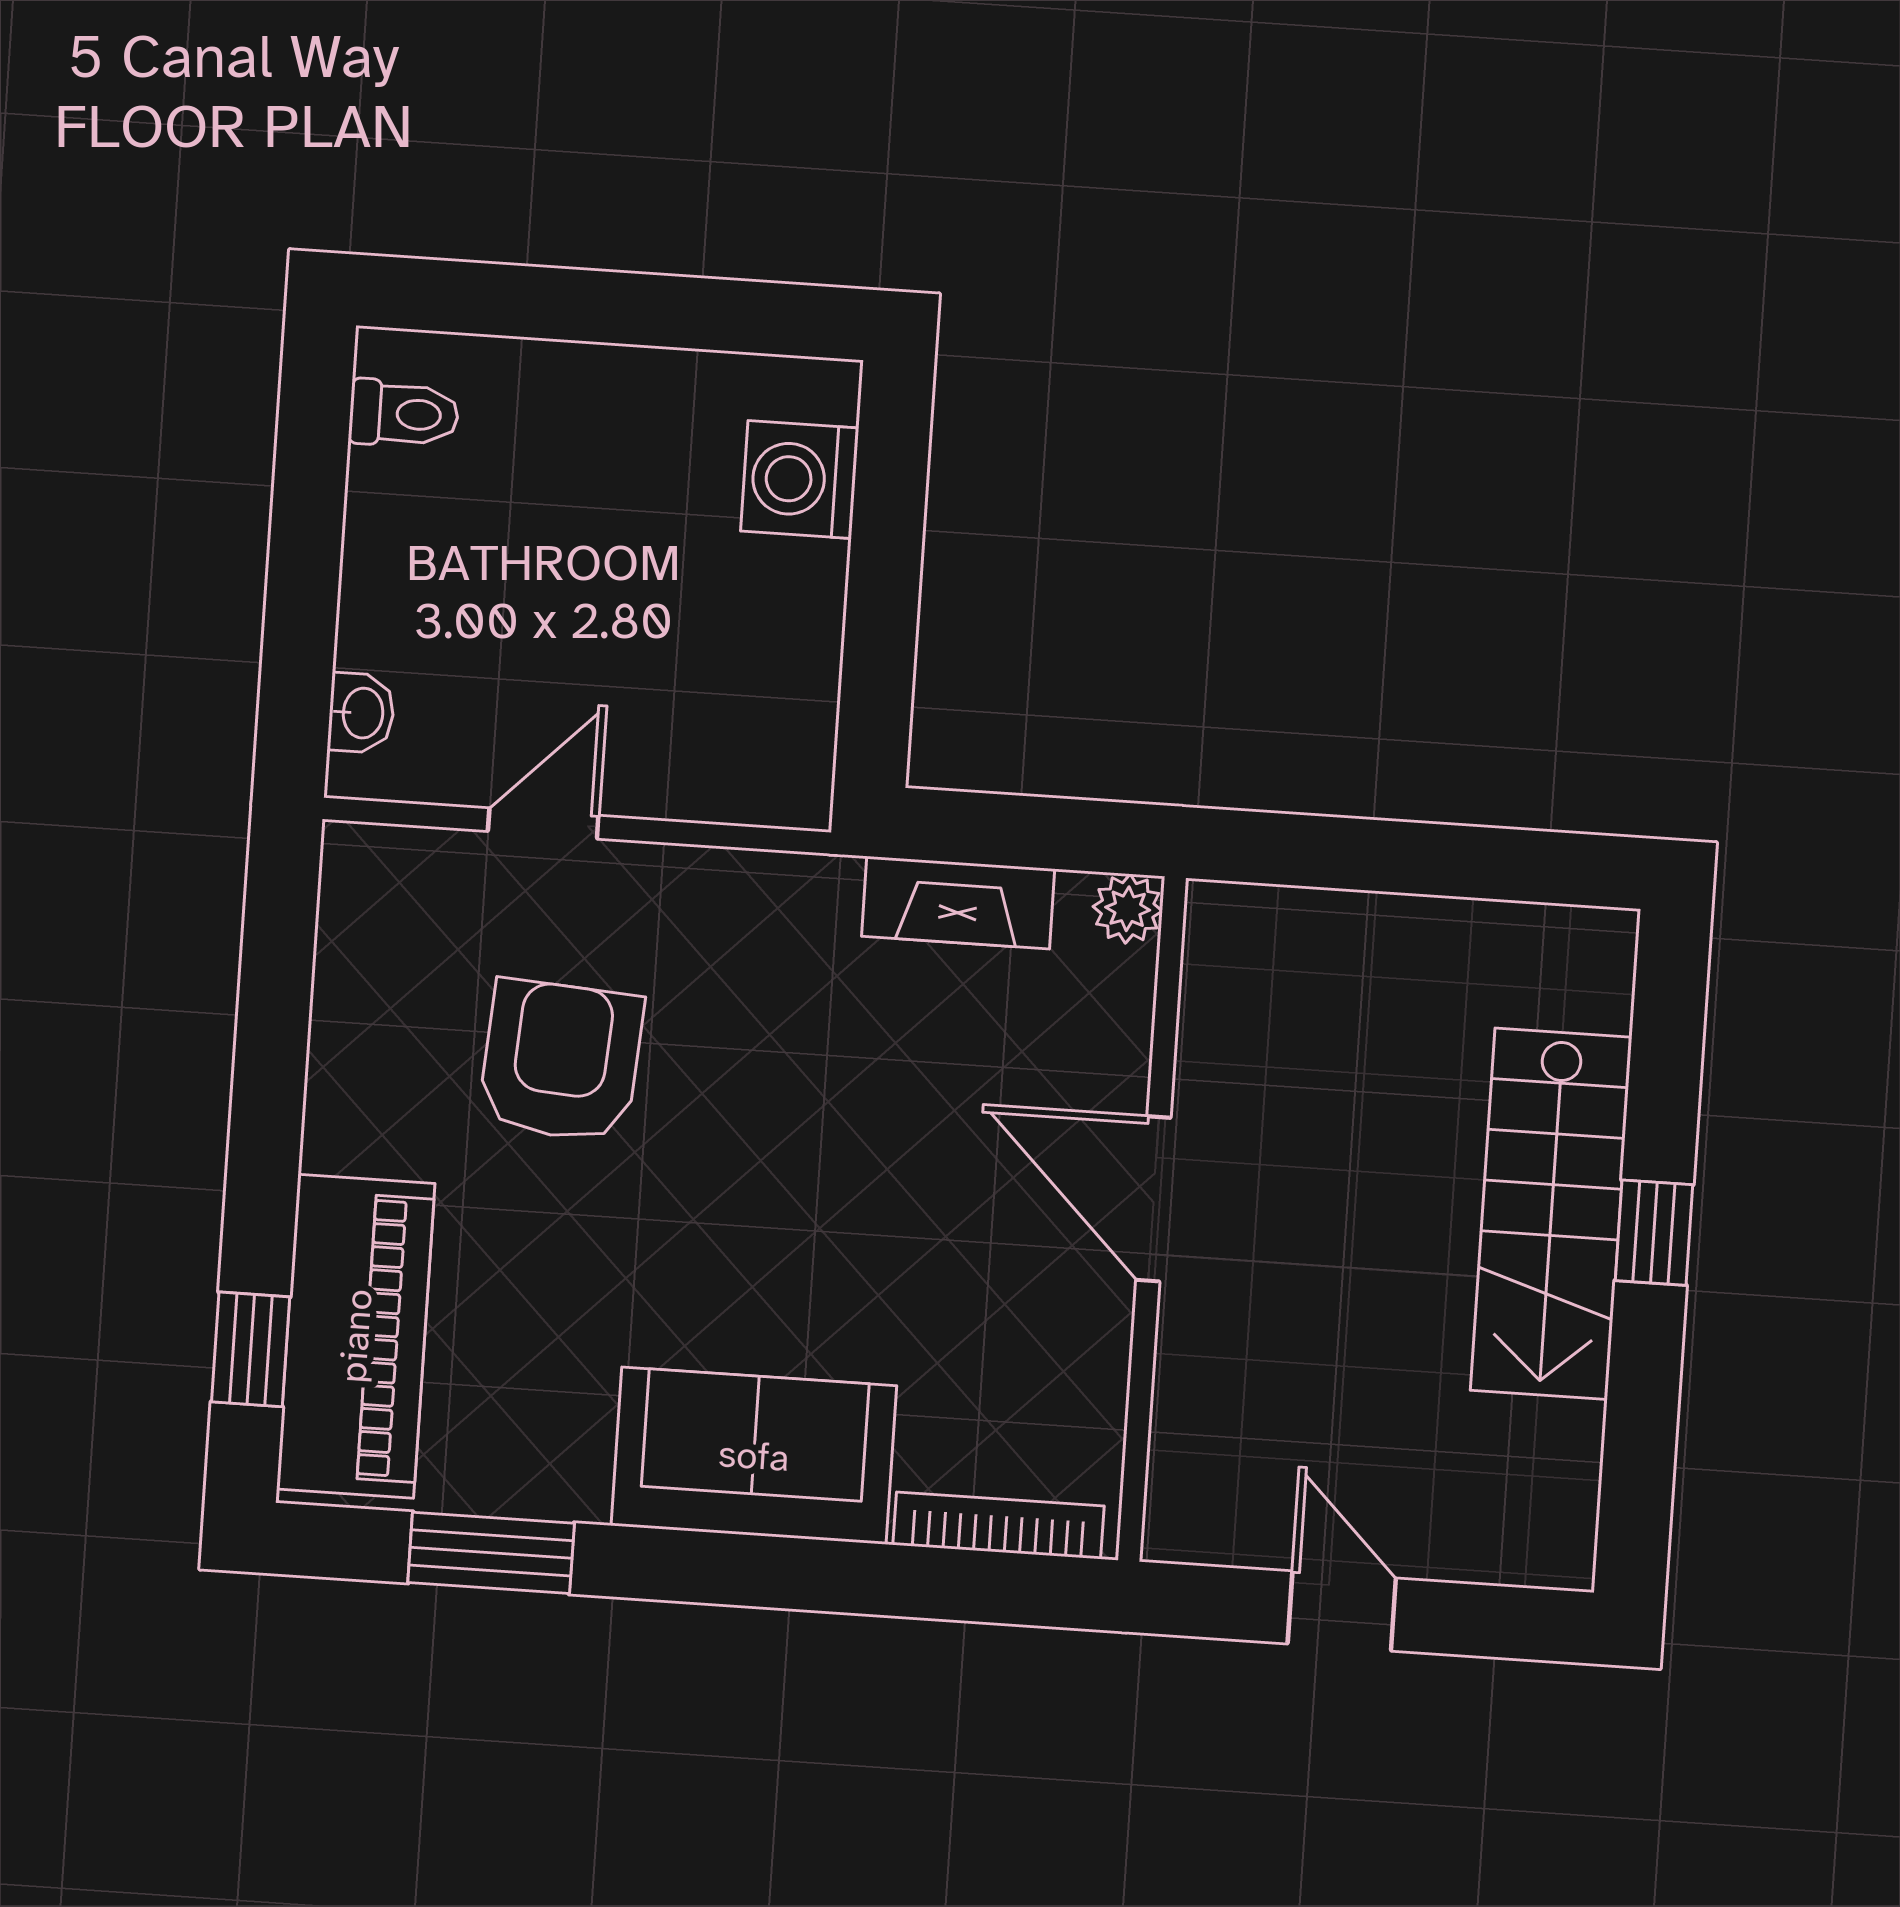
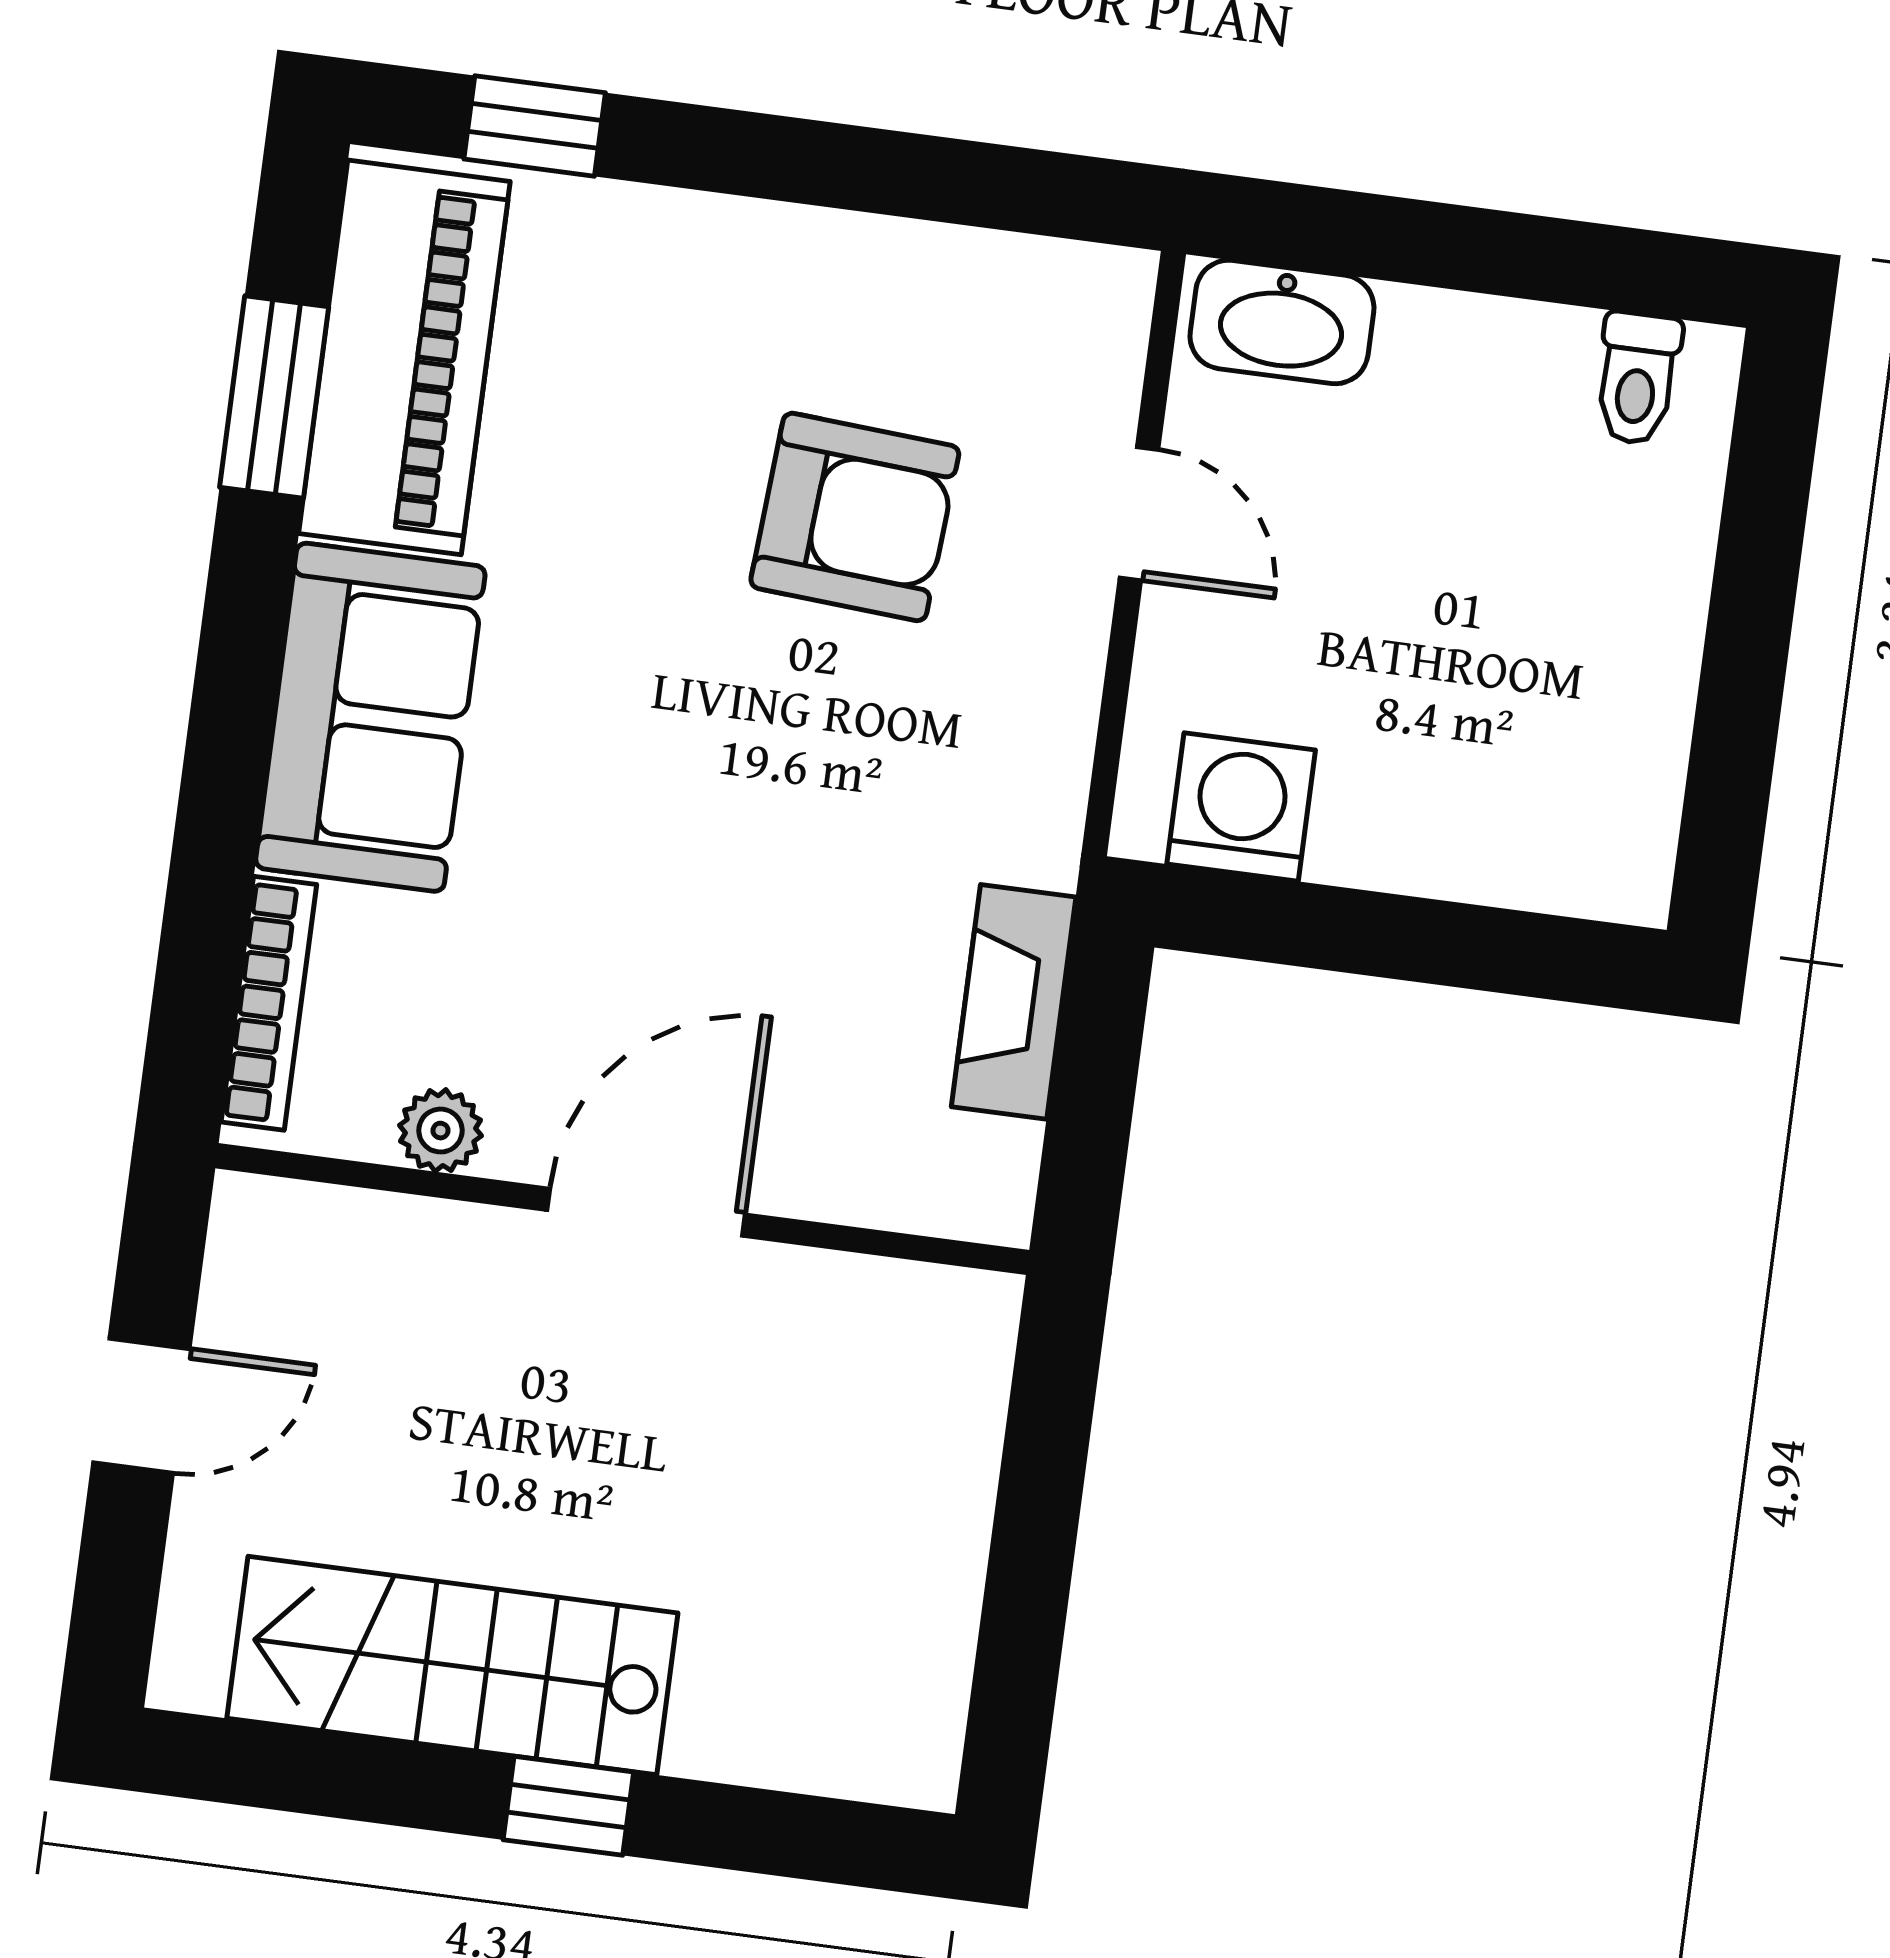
washing machine: (800, 479) -> (1241, 807), moved
washbasin: (361, 713) -> (1282, 322), width x1.91, depth x1.45
plant: (1128, 909) -> (440, 1131), moved
stairs: (1551, 1214) -> (452, 1666), moved
piano: (356, 1336) -> (404, 357), moved, turned -90

